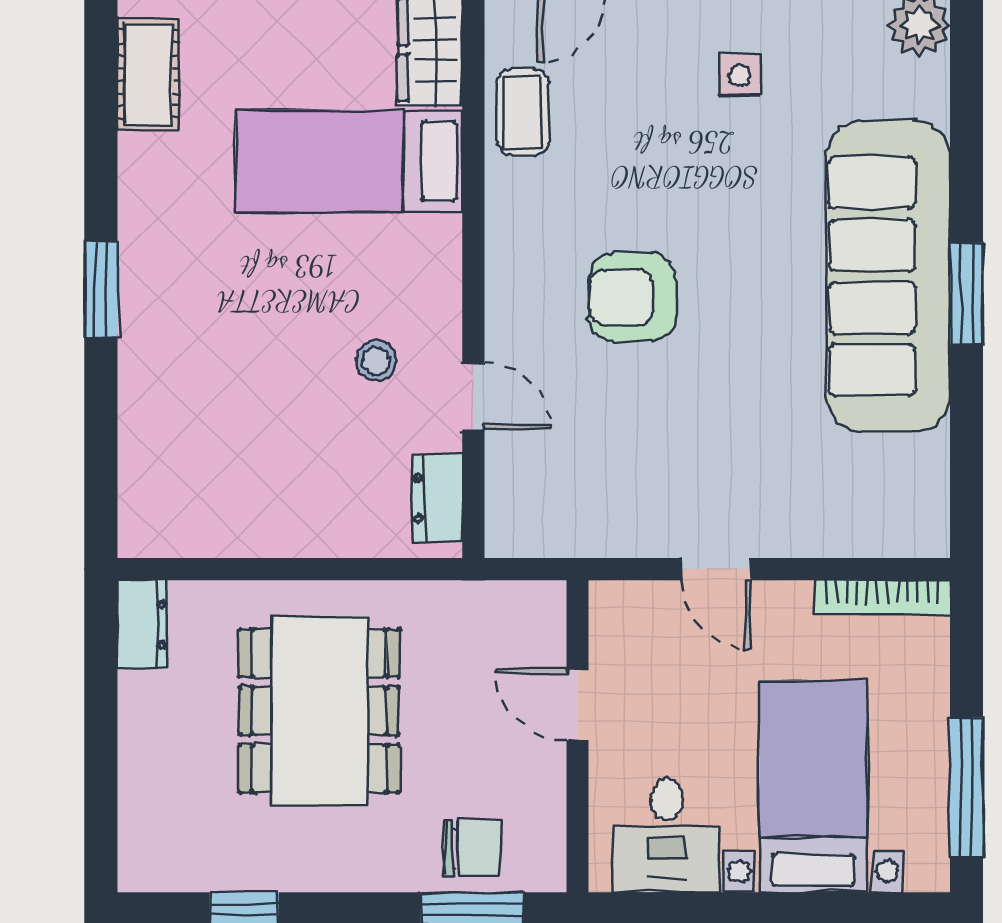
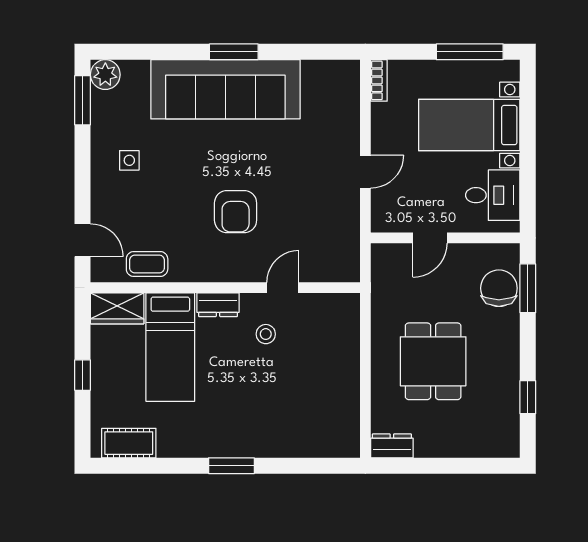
dresser: (438, 498) -> (218, 305), moved
bookcase: (882, 597) -> (379, 80), width x0.64
dining table: (319, 711) -> (433, 361), width x0.73
chair: (472, 848) -> (499, 288), width x1.37, depth x1.37

